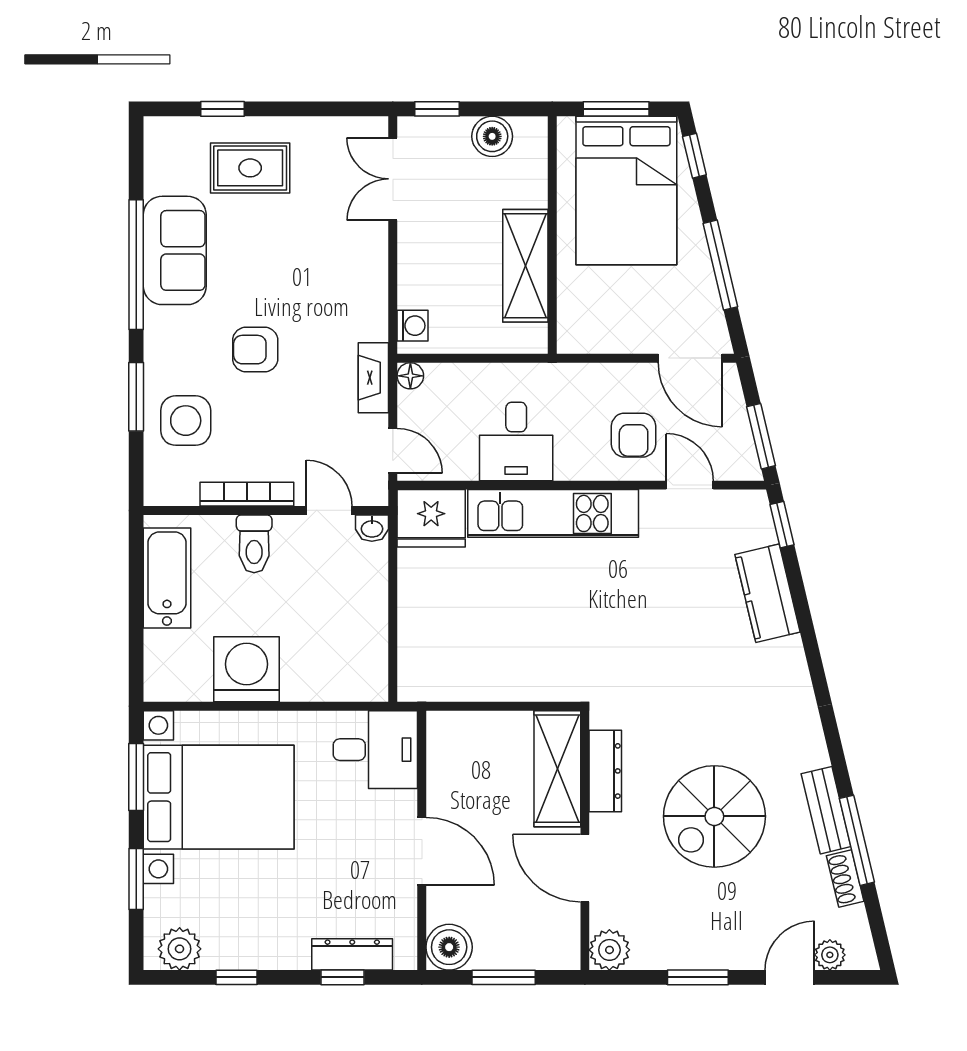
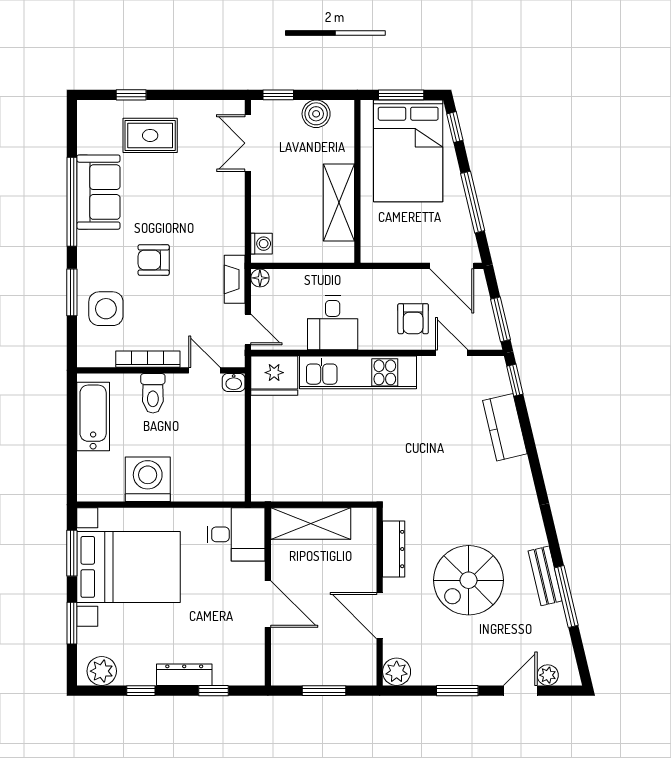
shelving: (557, 769) -> (311, 524), moved, turned 90
shoe rack: (845, 878) -> (558, 623), removed
boiler: (449, 947) -> (287, 670), removed
dresser: (352, 954) -> (184, 675), moved

